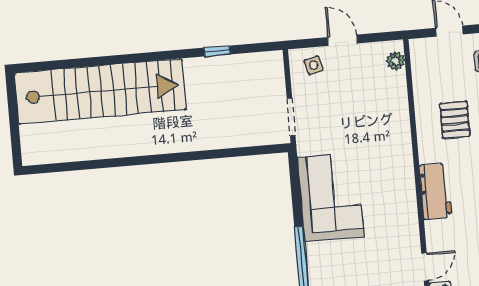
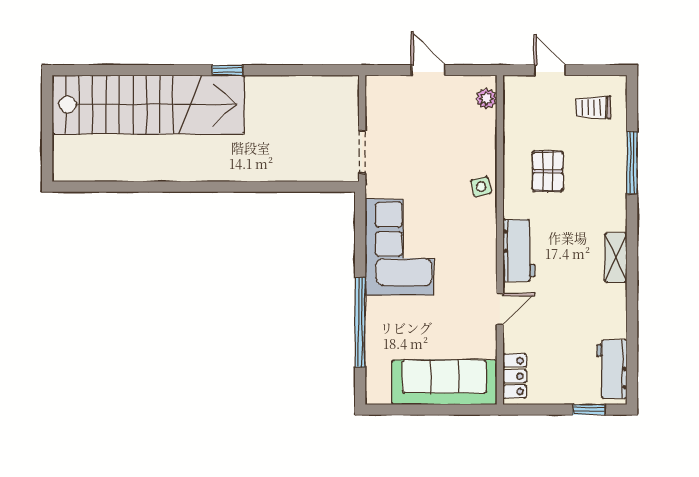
window: (217, 51) -> (227, 70), moved
side table: (314, 65) -> (481, 187), moved
door: (425, 267) -> (500, 309), moved

